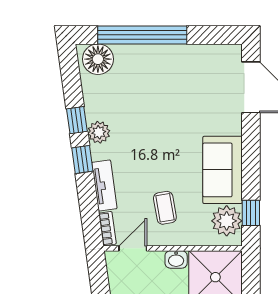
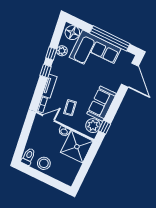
window: (142, 35) -> (110, 38), moved
corner sofa: (162, 77) -> (95, 53), added
plant: (99, 132) -> (62, 51), moved

